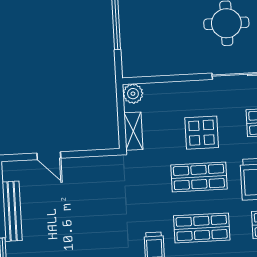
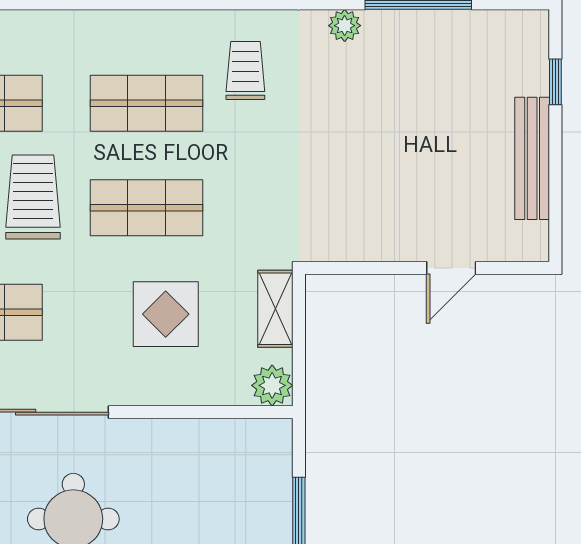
display table: (202, 133) -> (166, 314), moved
door: (49, 156) -> (451, 268), swing flipped

